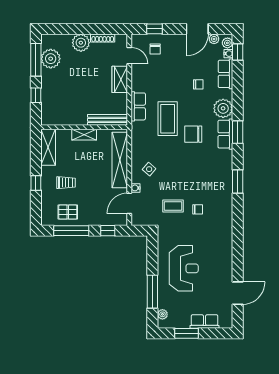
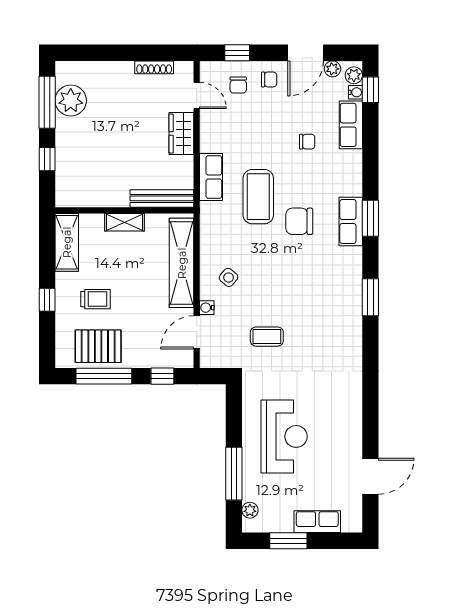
plant: (81, 43) -> (119, 75), removed
plant: (223, 108) -> (347, 180), removed
chair: (198, 209) -> (269, 79), moved
pallet: (68, 212) -> (98, 346), width x1.50, depth x1.42

